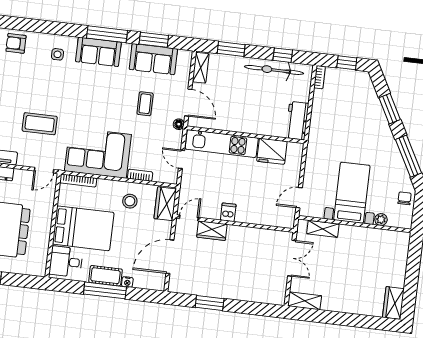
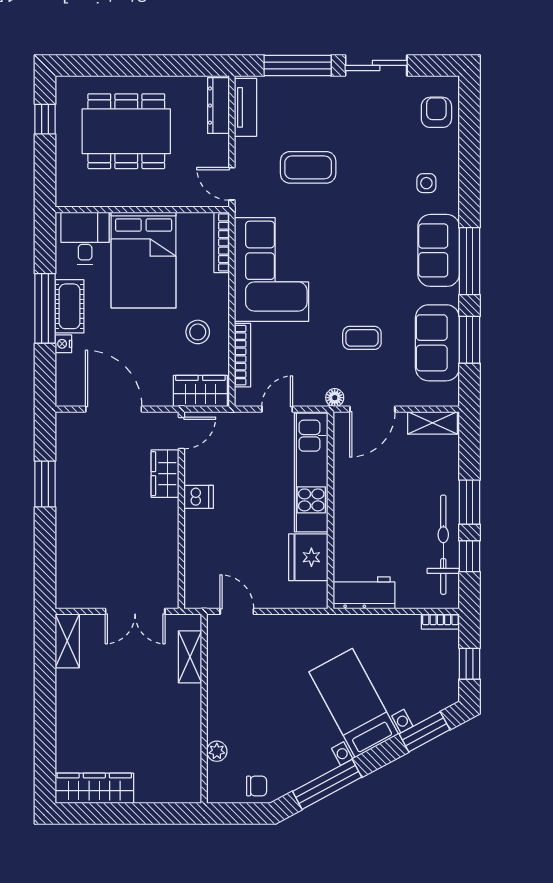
window: (231, 49) -> (469, 502), moved
window: (390, 109) -> (425, 732), moved
coffee table: (40, 124) -> (308, 167), turned 90
bookcase: (140, 175) -> (243, 355), width x1.56
bed with nightstands: (352, 193) -> (354, 703), moved, turned -118
door: (189, 218) -> (181, 433), hinge flipped
wardrobe: (393, 303) -> (94, 788), width x1.50

